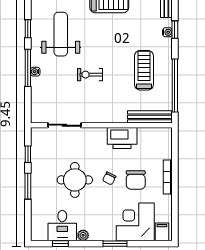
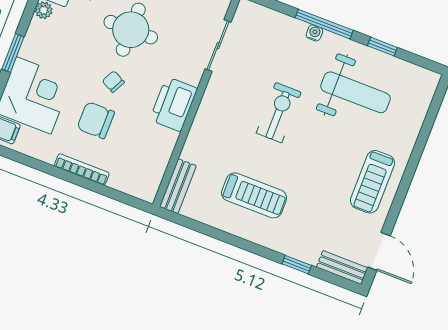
water cooler: (167, 32) -> (297, 252), removed
exercise bike: (90, 75) -> (279, 113), width x1.38, depth x1.39
window: (175, 86) -> (214, 233), removed
bench: (150, 117) -> (178, 186), width x0.73
printer: (122, 138) -> (174, 104), moved

